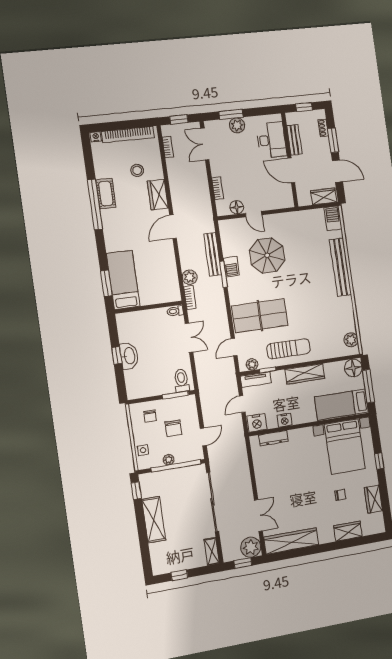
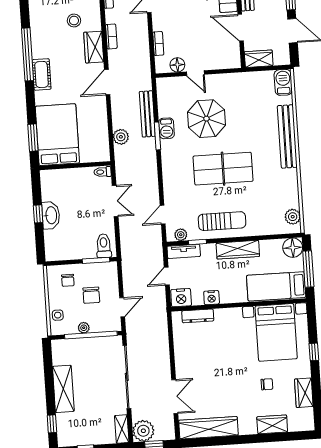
cot: (106, 194) -> (42, 74), moved
wardrobe: (324, 196) -> (259, 59), moved
bed: (123, 280) -> (57, 135), width x1.50
bookcase: (190, 297) -> (111, 36), moved
table tennis table: (260, 316) -> (223, 169), moved
window: (136, 491) -> (52, 424), moved
plant: (251, 547) -> (143, 431), moved

